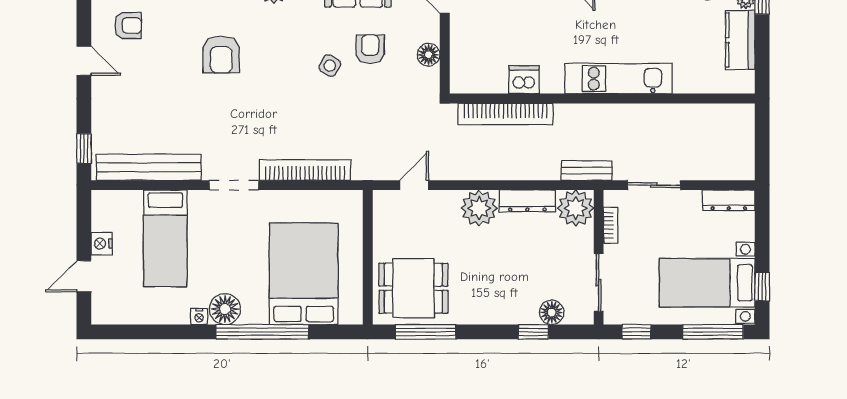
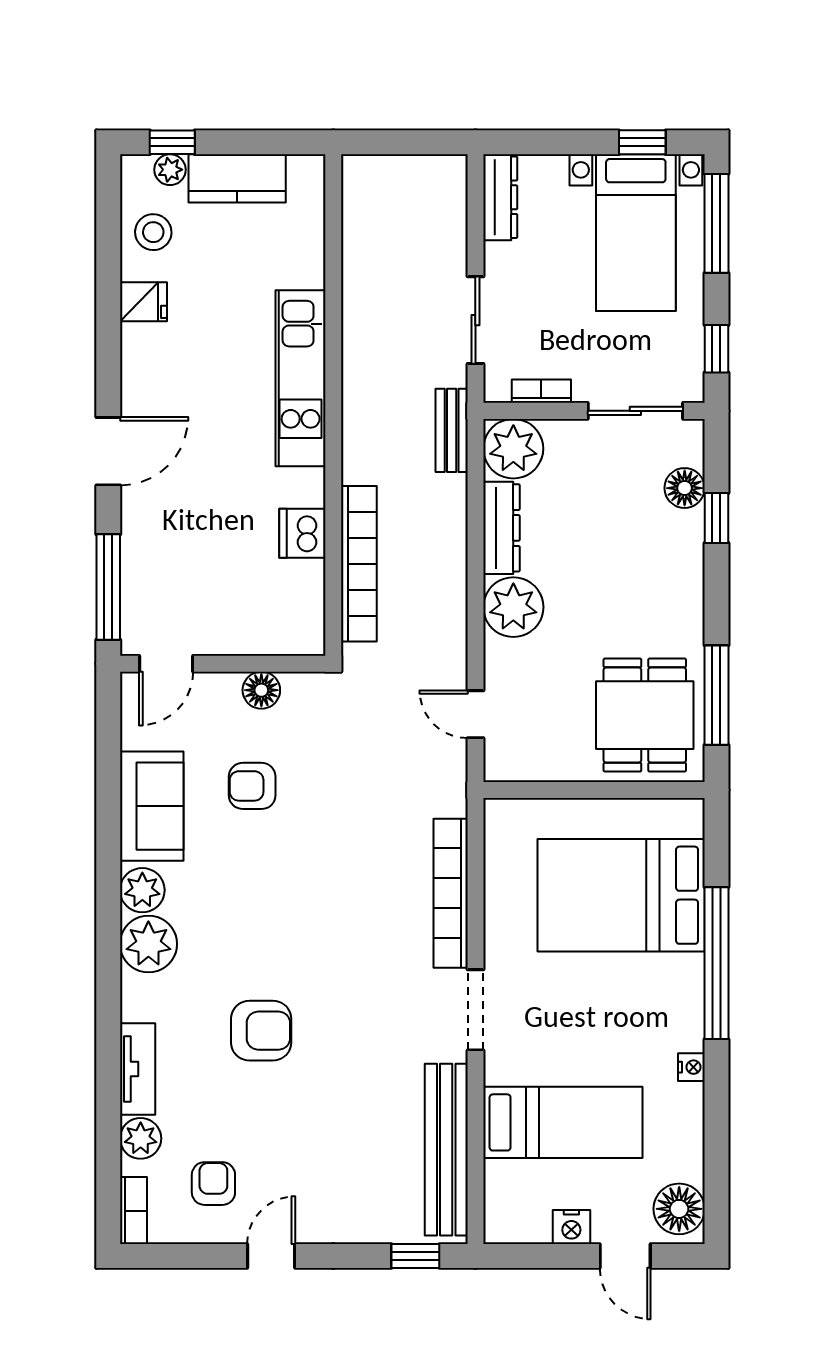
side table: (330, 66) -> (279, 852), removed
floor lamp: (225, 309) -> (679, 1209), moved

